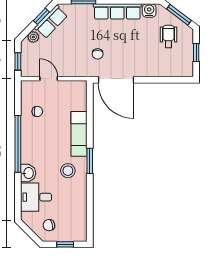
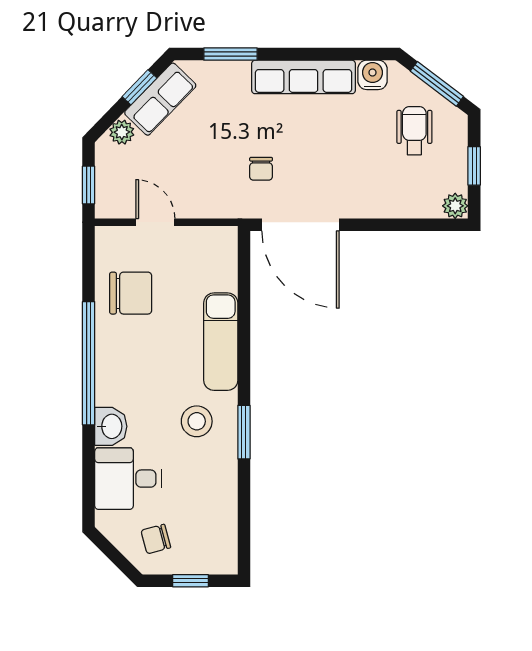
plant: (187, 71) -> (455, 206), added
chair: (37, 111) -> (131, 293), width x1.87, depth x1.87
window: (90, 161) -> (244, 432), moved

